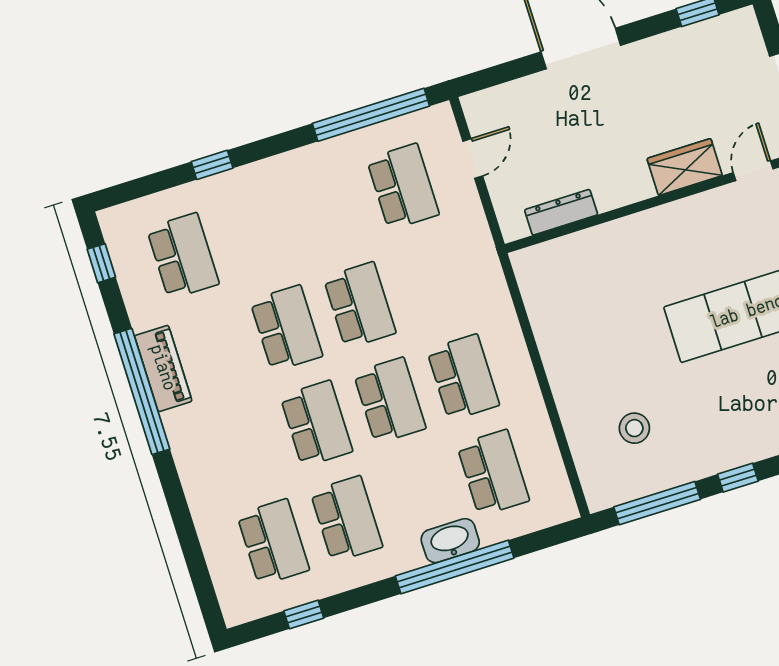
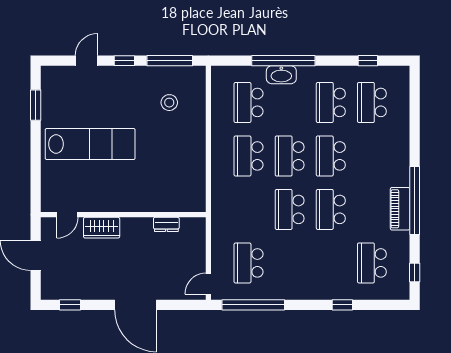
door: (473, 159) -> (208, 284), moved
dresser: (561, 212) -> (166, 224), width x0.70

